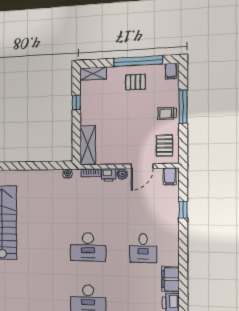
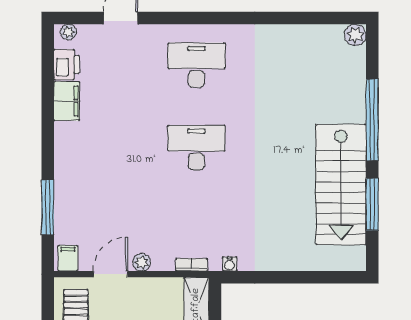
printer: (109, 175) -> (163, 261), removed
window: (183, 210) -> (48, 207), width x2.17
desk: (143, 248) -> (109, 148), removed

